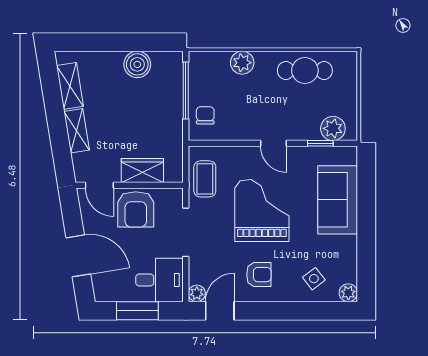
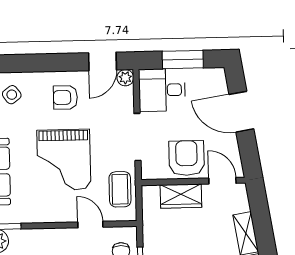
door: (273, 143) -> (90, 225), moved

